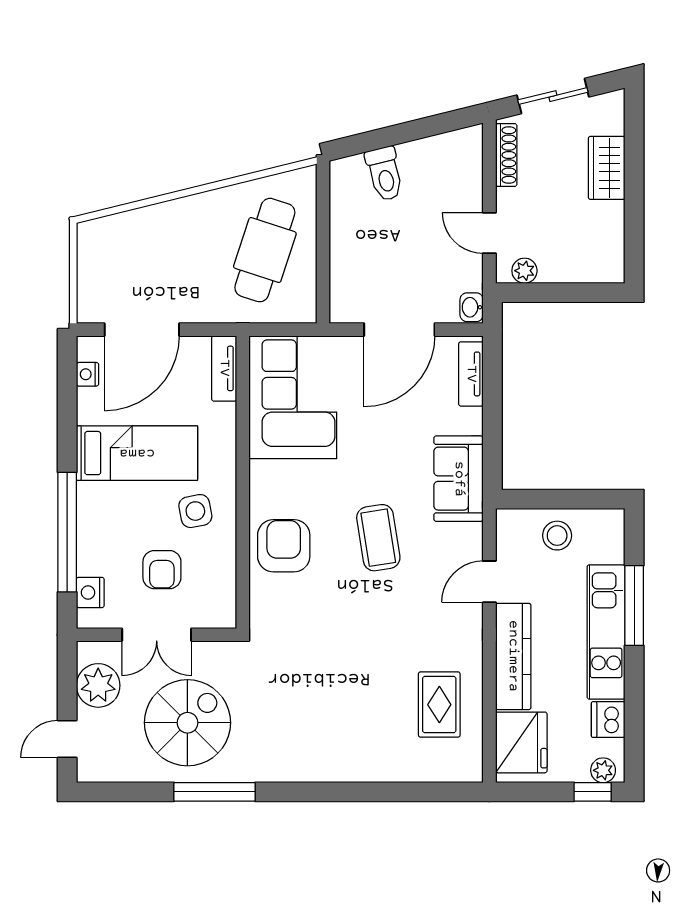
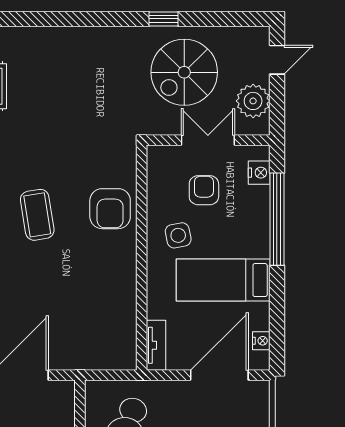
corner sofa: (293, 397) -> (103, 323), removed
window: (214, 792) -> (163, 19), width x0.46

